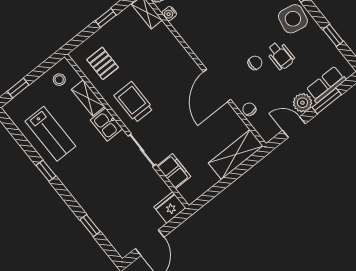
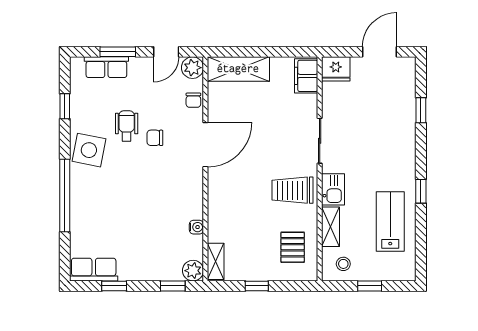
water cooler: (169, 14) -> (196, 227), moved
window: (18, 88) -> (370, 286), moved
trolley: (134, 102) -> (293, 190), turned 90
plant: (302, 103) -> (193, 68), moved
door: (294, 127) -> (166, 52), hinge flipped
filing cabinet: (174, 171) -> (306, 76), moved

